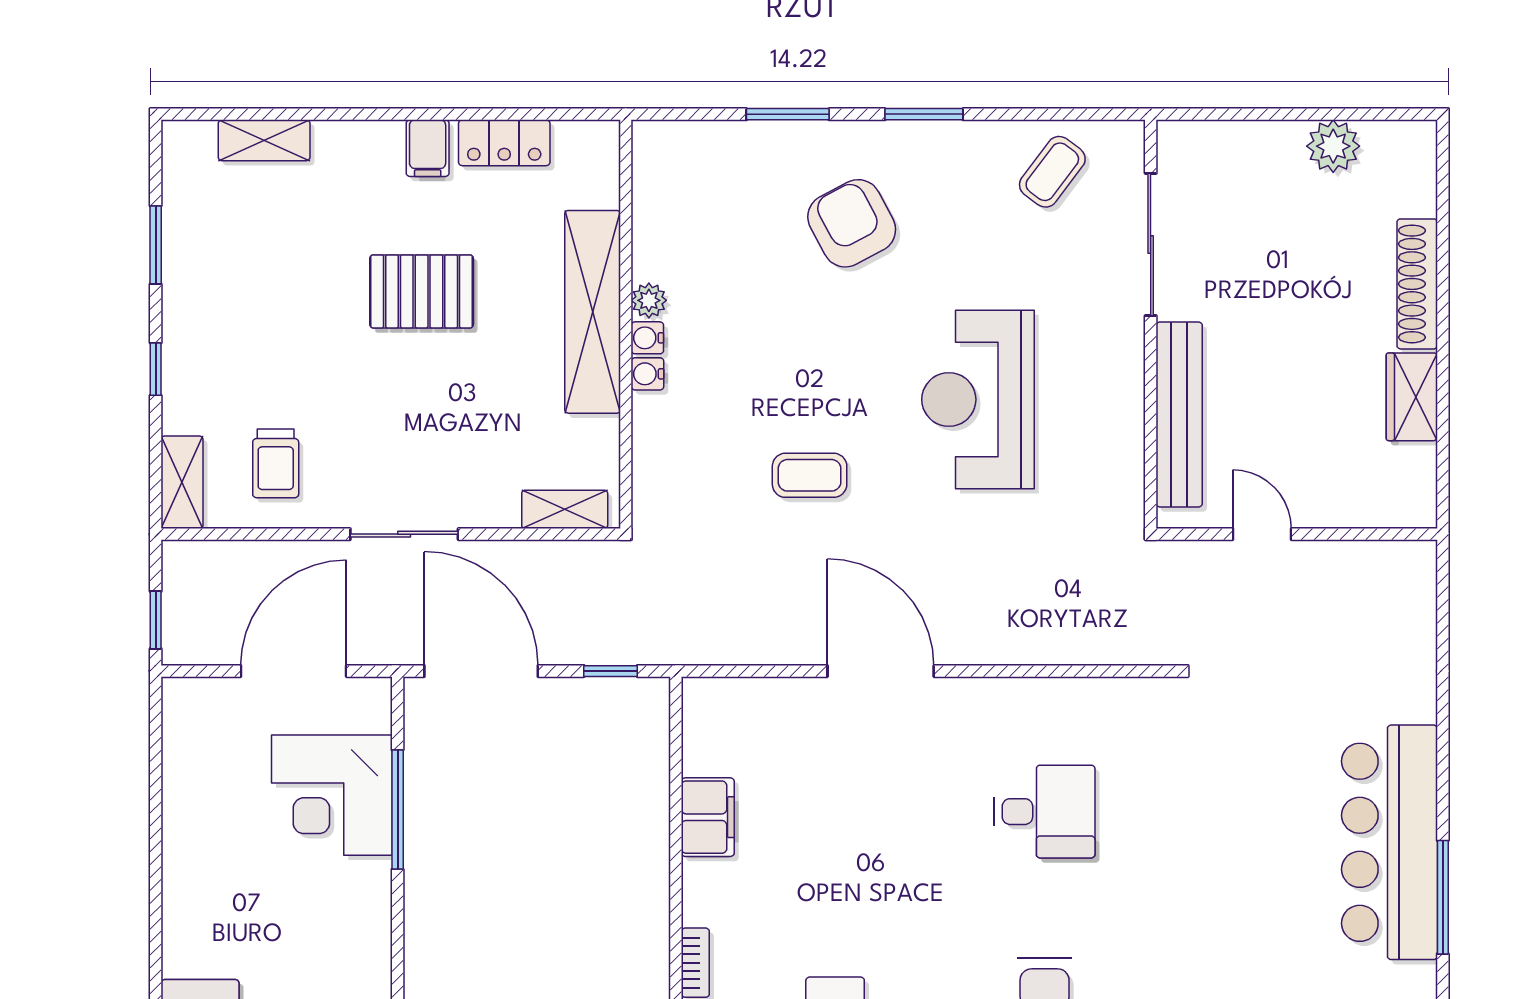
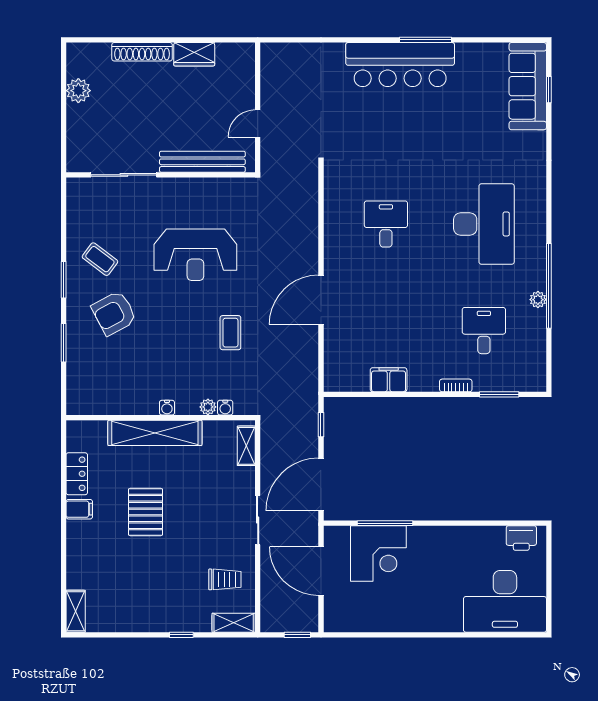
shelving: (264, 140) -> (76, 611), moved
coffee table: (1052, 172) -> (100, 259), moved
window: (156, 245) -> (124, 635), removed
plant: (649, 300) -> (208, 407), moved
water cooler: (647, 374) -> (225, 408), moved

